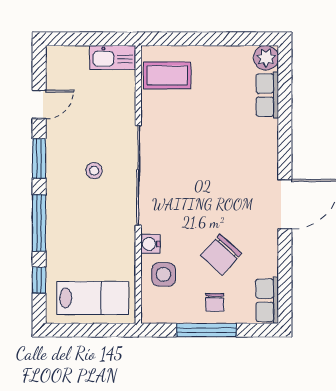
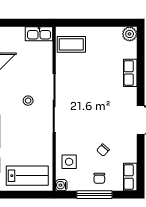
row of seats: (267, 95) -> (130, 73), moved
water cooler: (150, 244) -> (61, 185), moved
chair: (221, 255) -> (103, 150), width x0.54, depth x0.54

